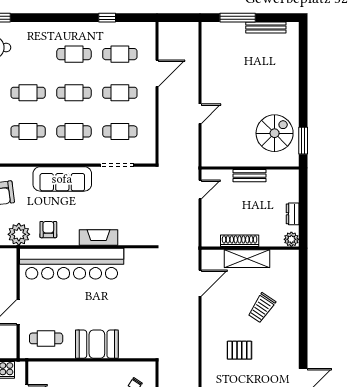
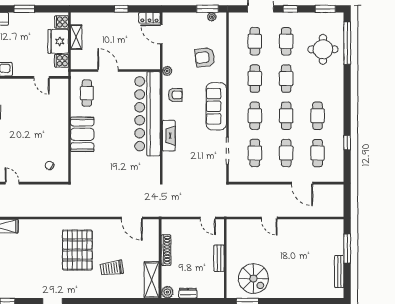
plant: (19, 234) -> (167, 71), width x0.53, depth x0.53
shelving: (247, 259) -> (152, 280), moved
trolley: (262, 308) -> (112, 268), turned -42
pallet: (239, 350) -> (77, 250), width x2.05, depth x2.00

